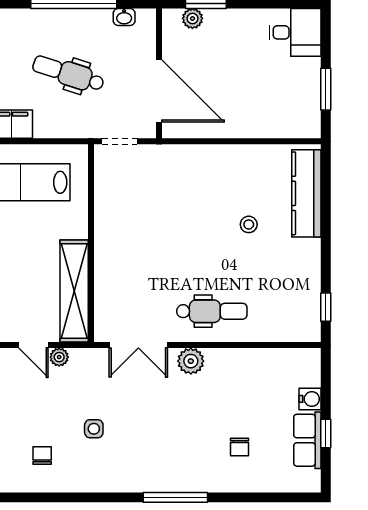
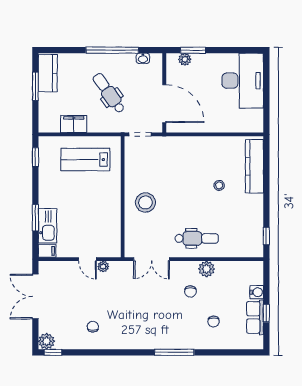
desk: (295, 32) -> (243, 81), width x1.87, depth x1.30
dental chair: (68, 74) -> (109, 93), turned 37
window: (326, 89) -> (266, 103), removed
stool: (128, 252) -> (145, 202), added
shelving: (74, 291) -> (112, 226), removed
plant: (191, 361) -> (207, 269), moved
chair: (202, 398) -> (190, 291), added
side table: (94, 429) -> (124, 310), removed

